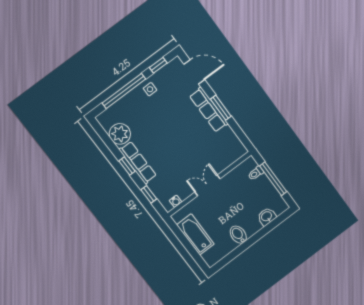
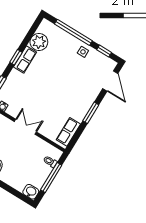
row of seats: (209, 110) -> (68, 132), moved, width x0.68
row of seats: (138, 163) -> (25, 60), width x0.68
washbasin: (267, 217) -> (31, 192), moved

